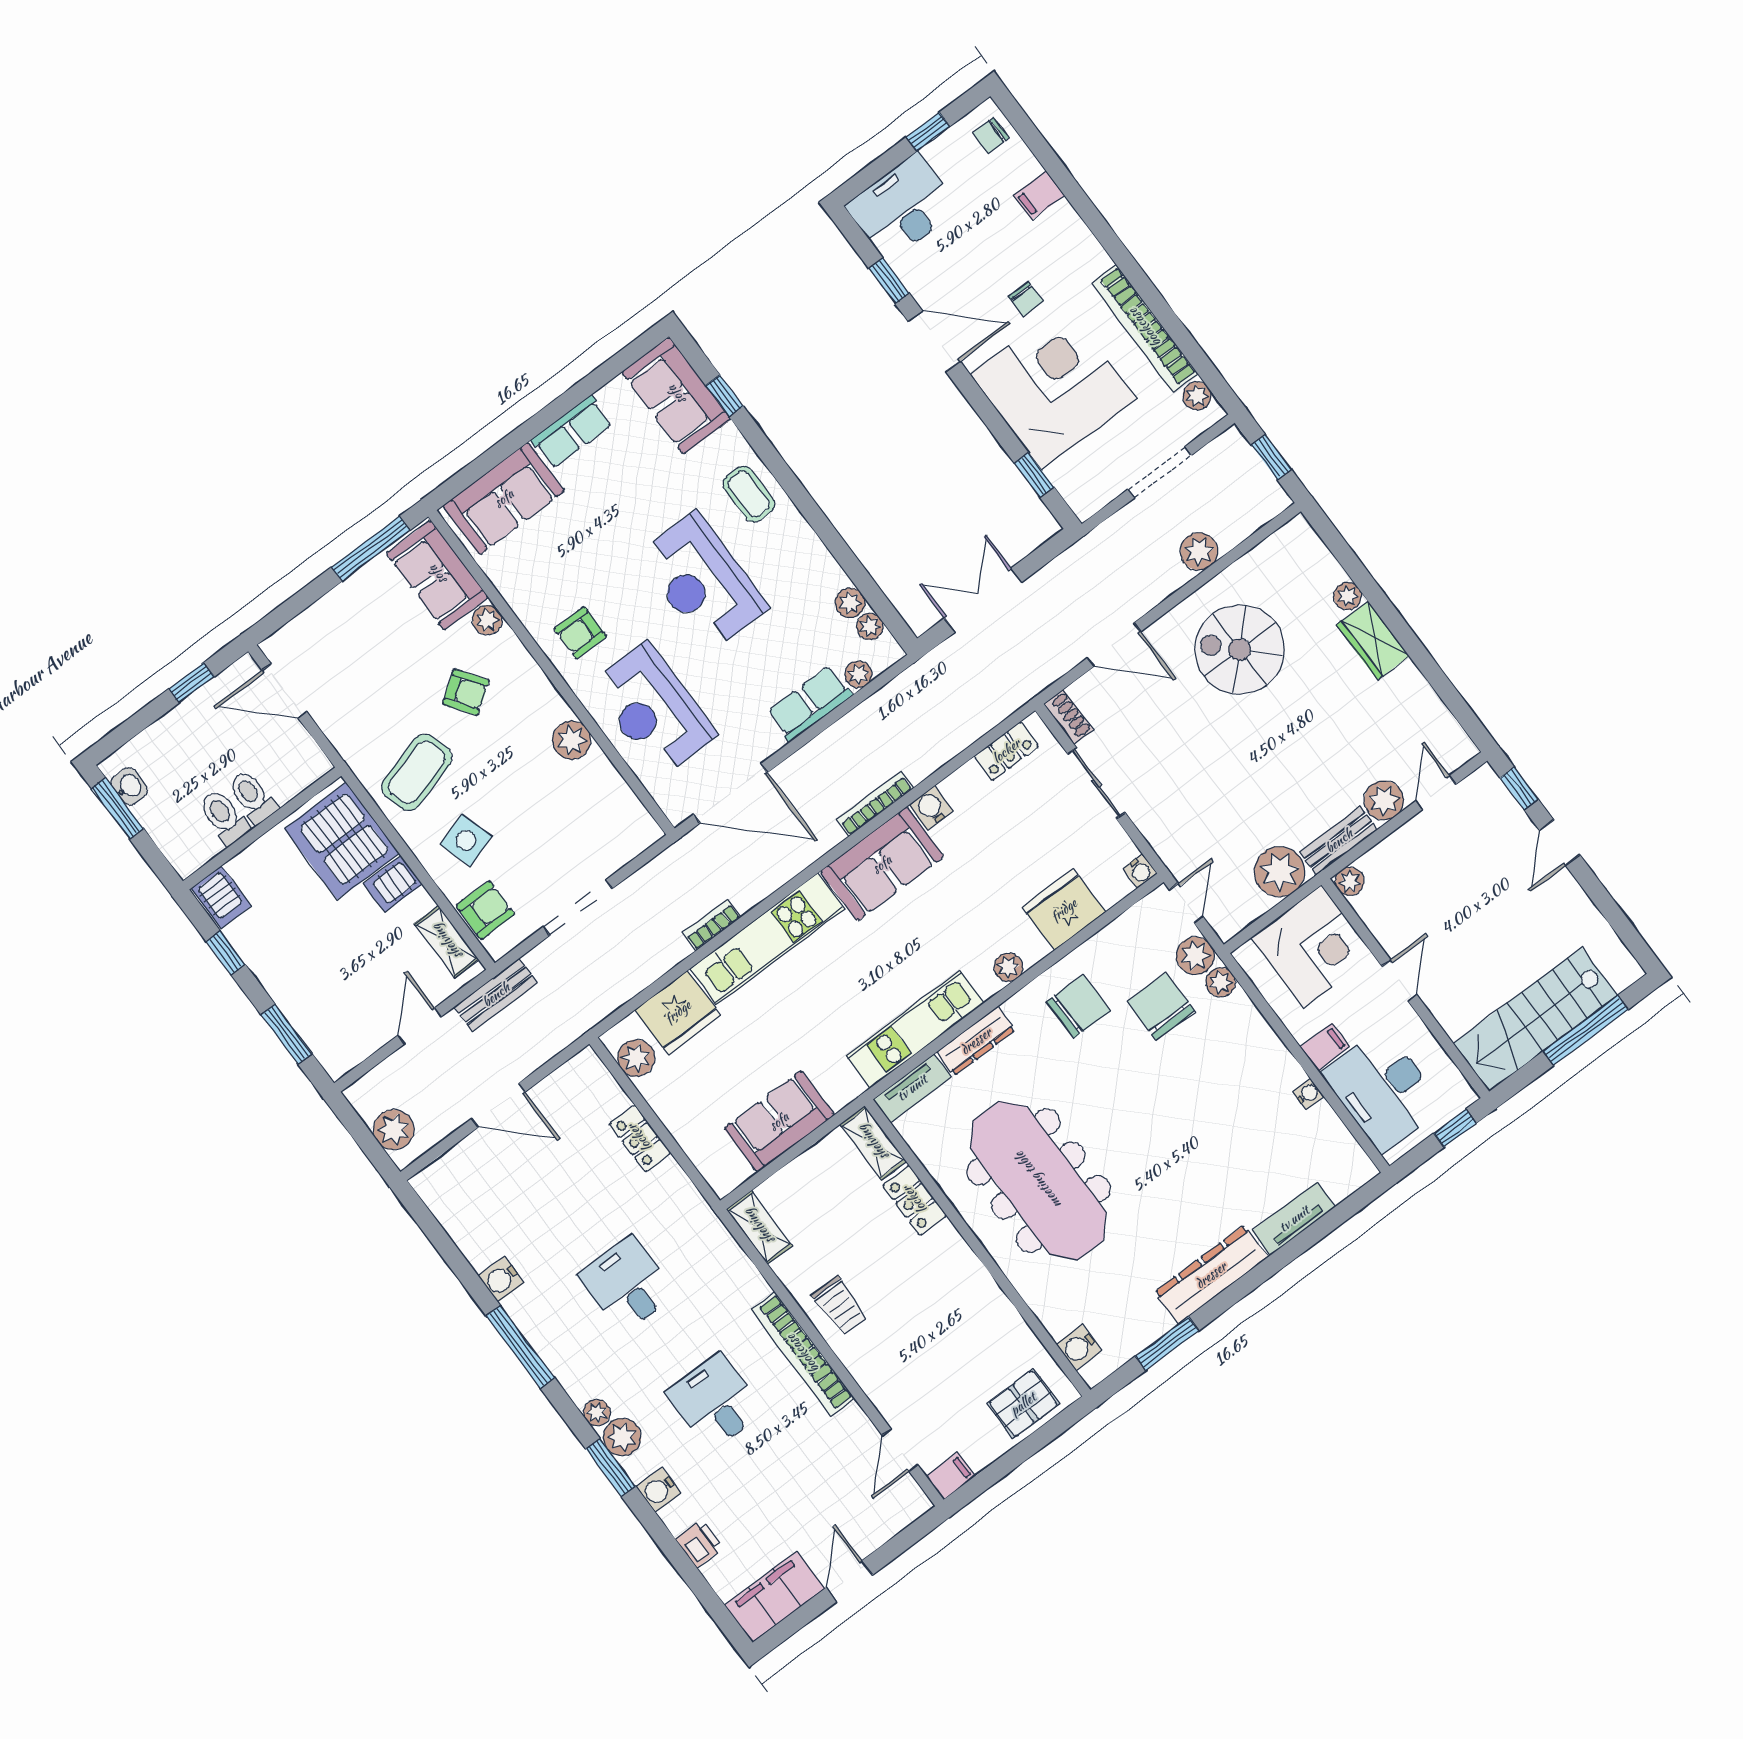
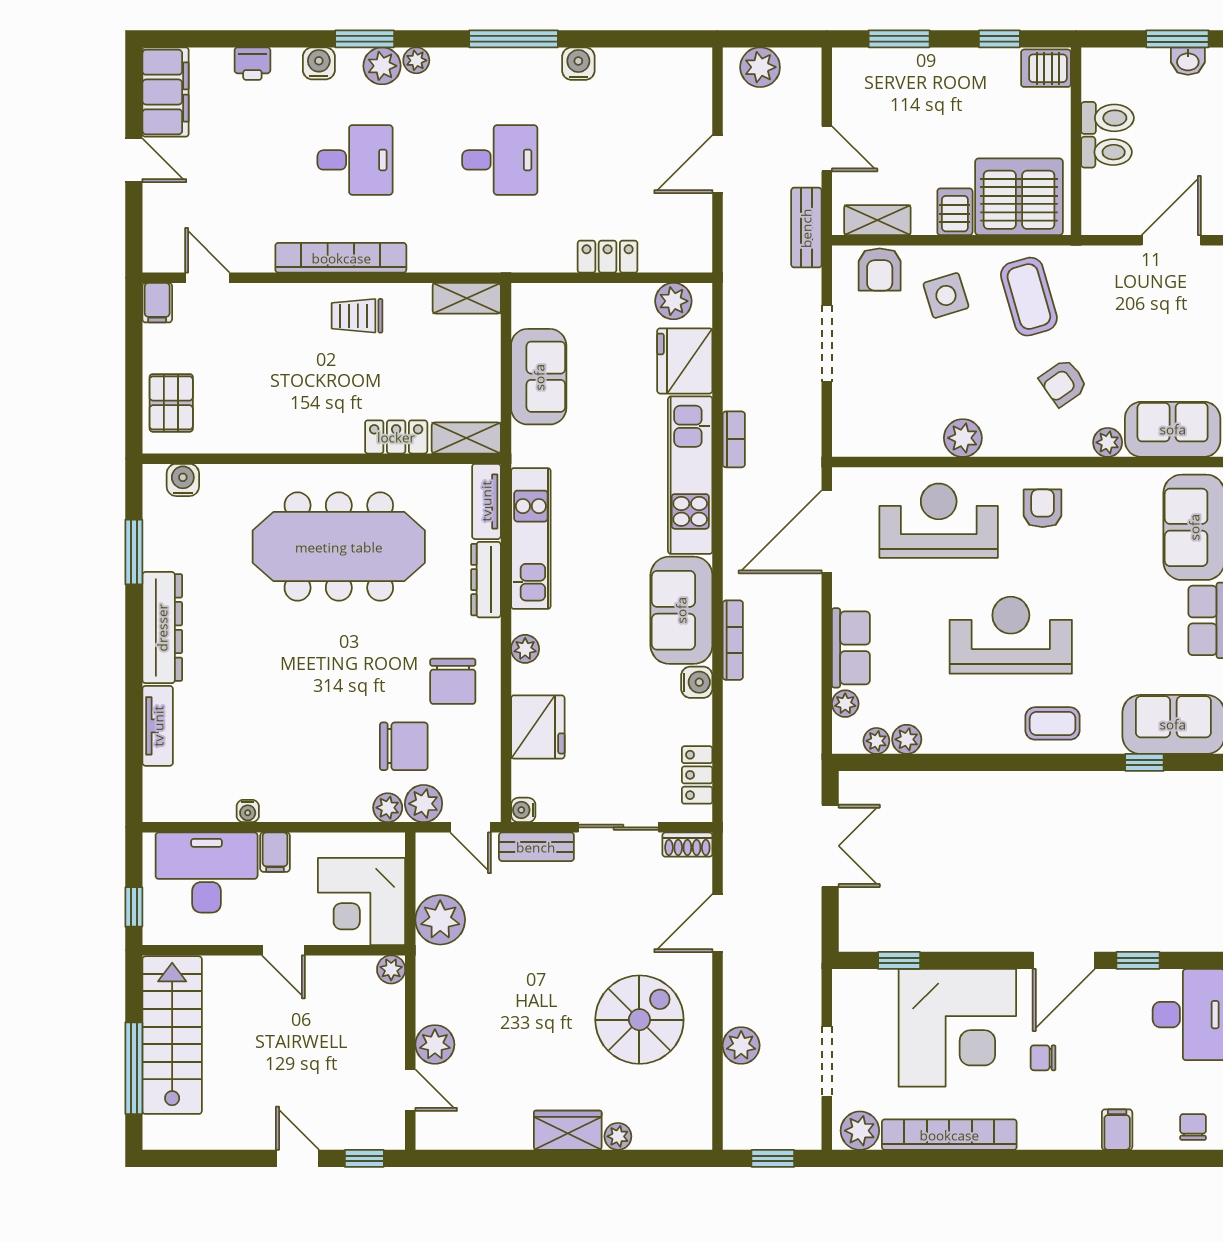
plant: (1197, 396) -> (860, 1131), width x1.38, depth x1.38
bench: (1339, 841) -> (536, 847), moved, turned 90

